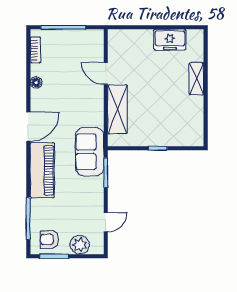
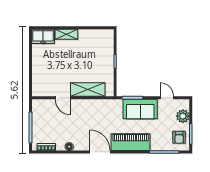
freezer: (170, 40) -> (43, 36), moved, turned 90
door: (106, 74) -> (63, 98), hinge flipped
sofa: (90, 152) -> (140, 109), moved

